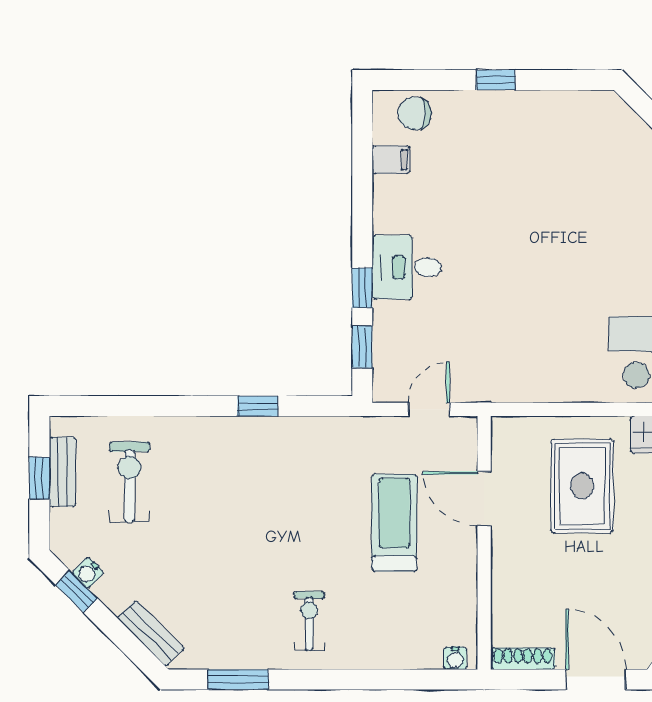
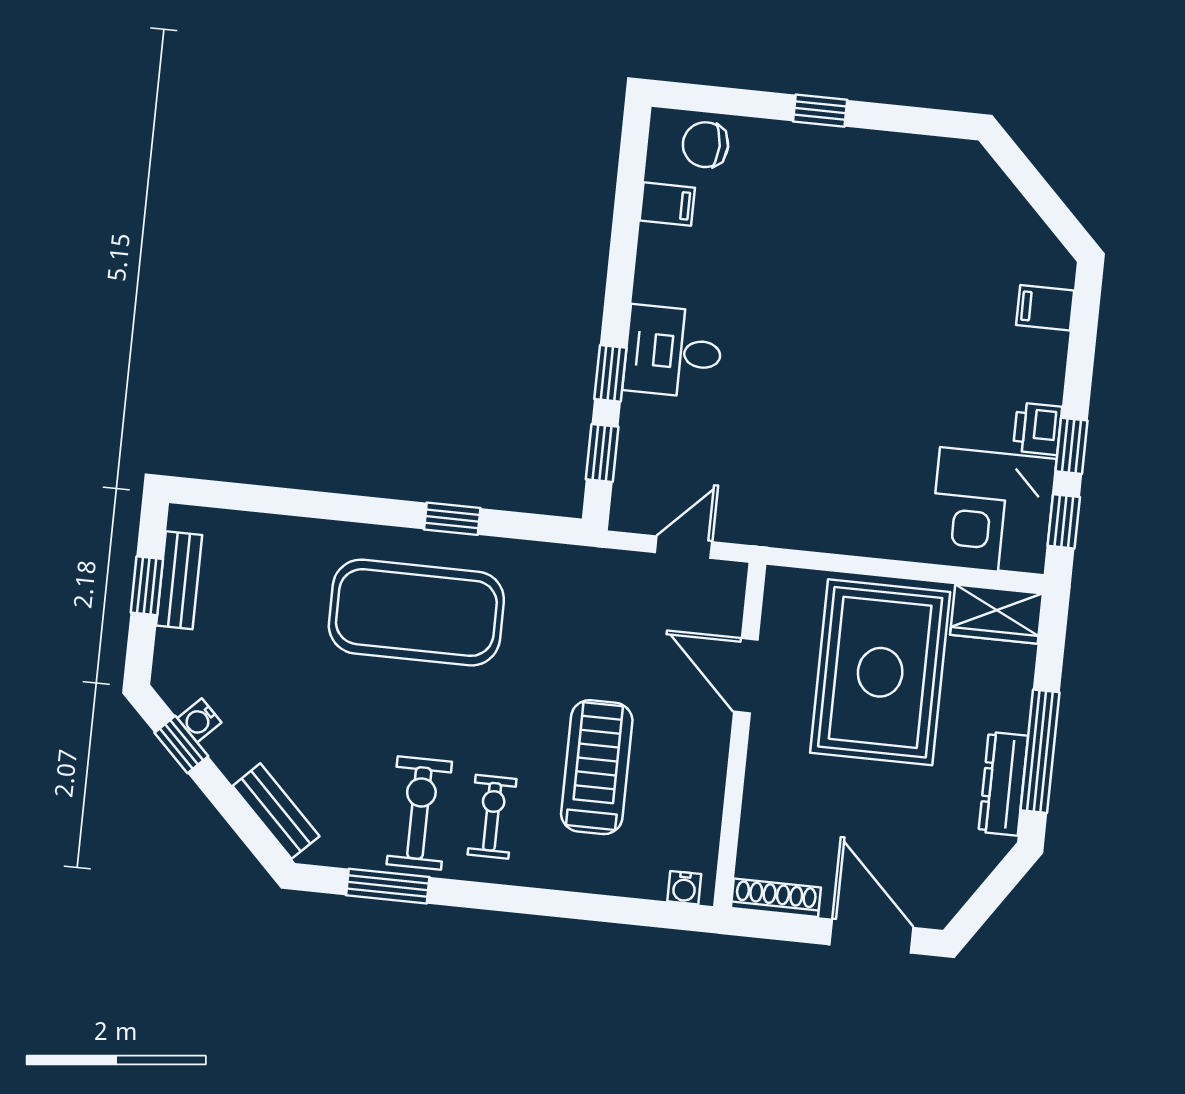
exercise mat: (238, 477) -> (416, 613), added
exercise bike: (130, 482) -> (419, 813), moved
rug: (582, 486) -> (880, 672), width x1.37, depth x1.44
treadmill: (394, 523) -> (597, 767), moved

